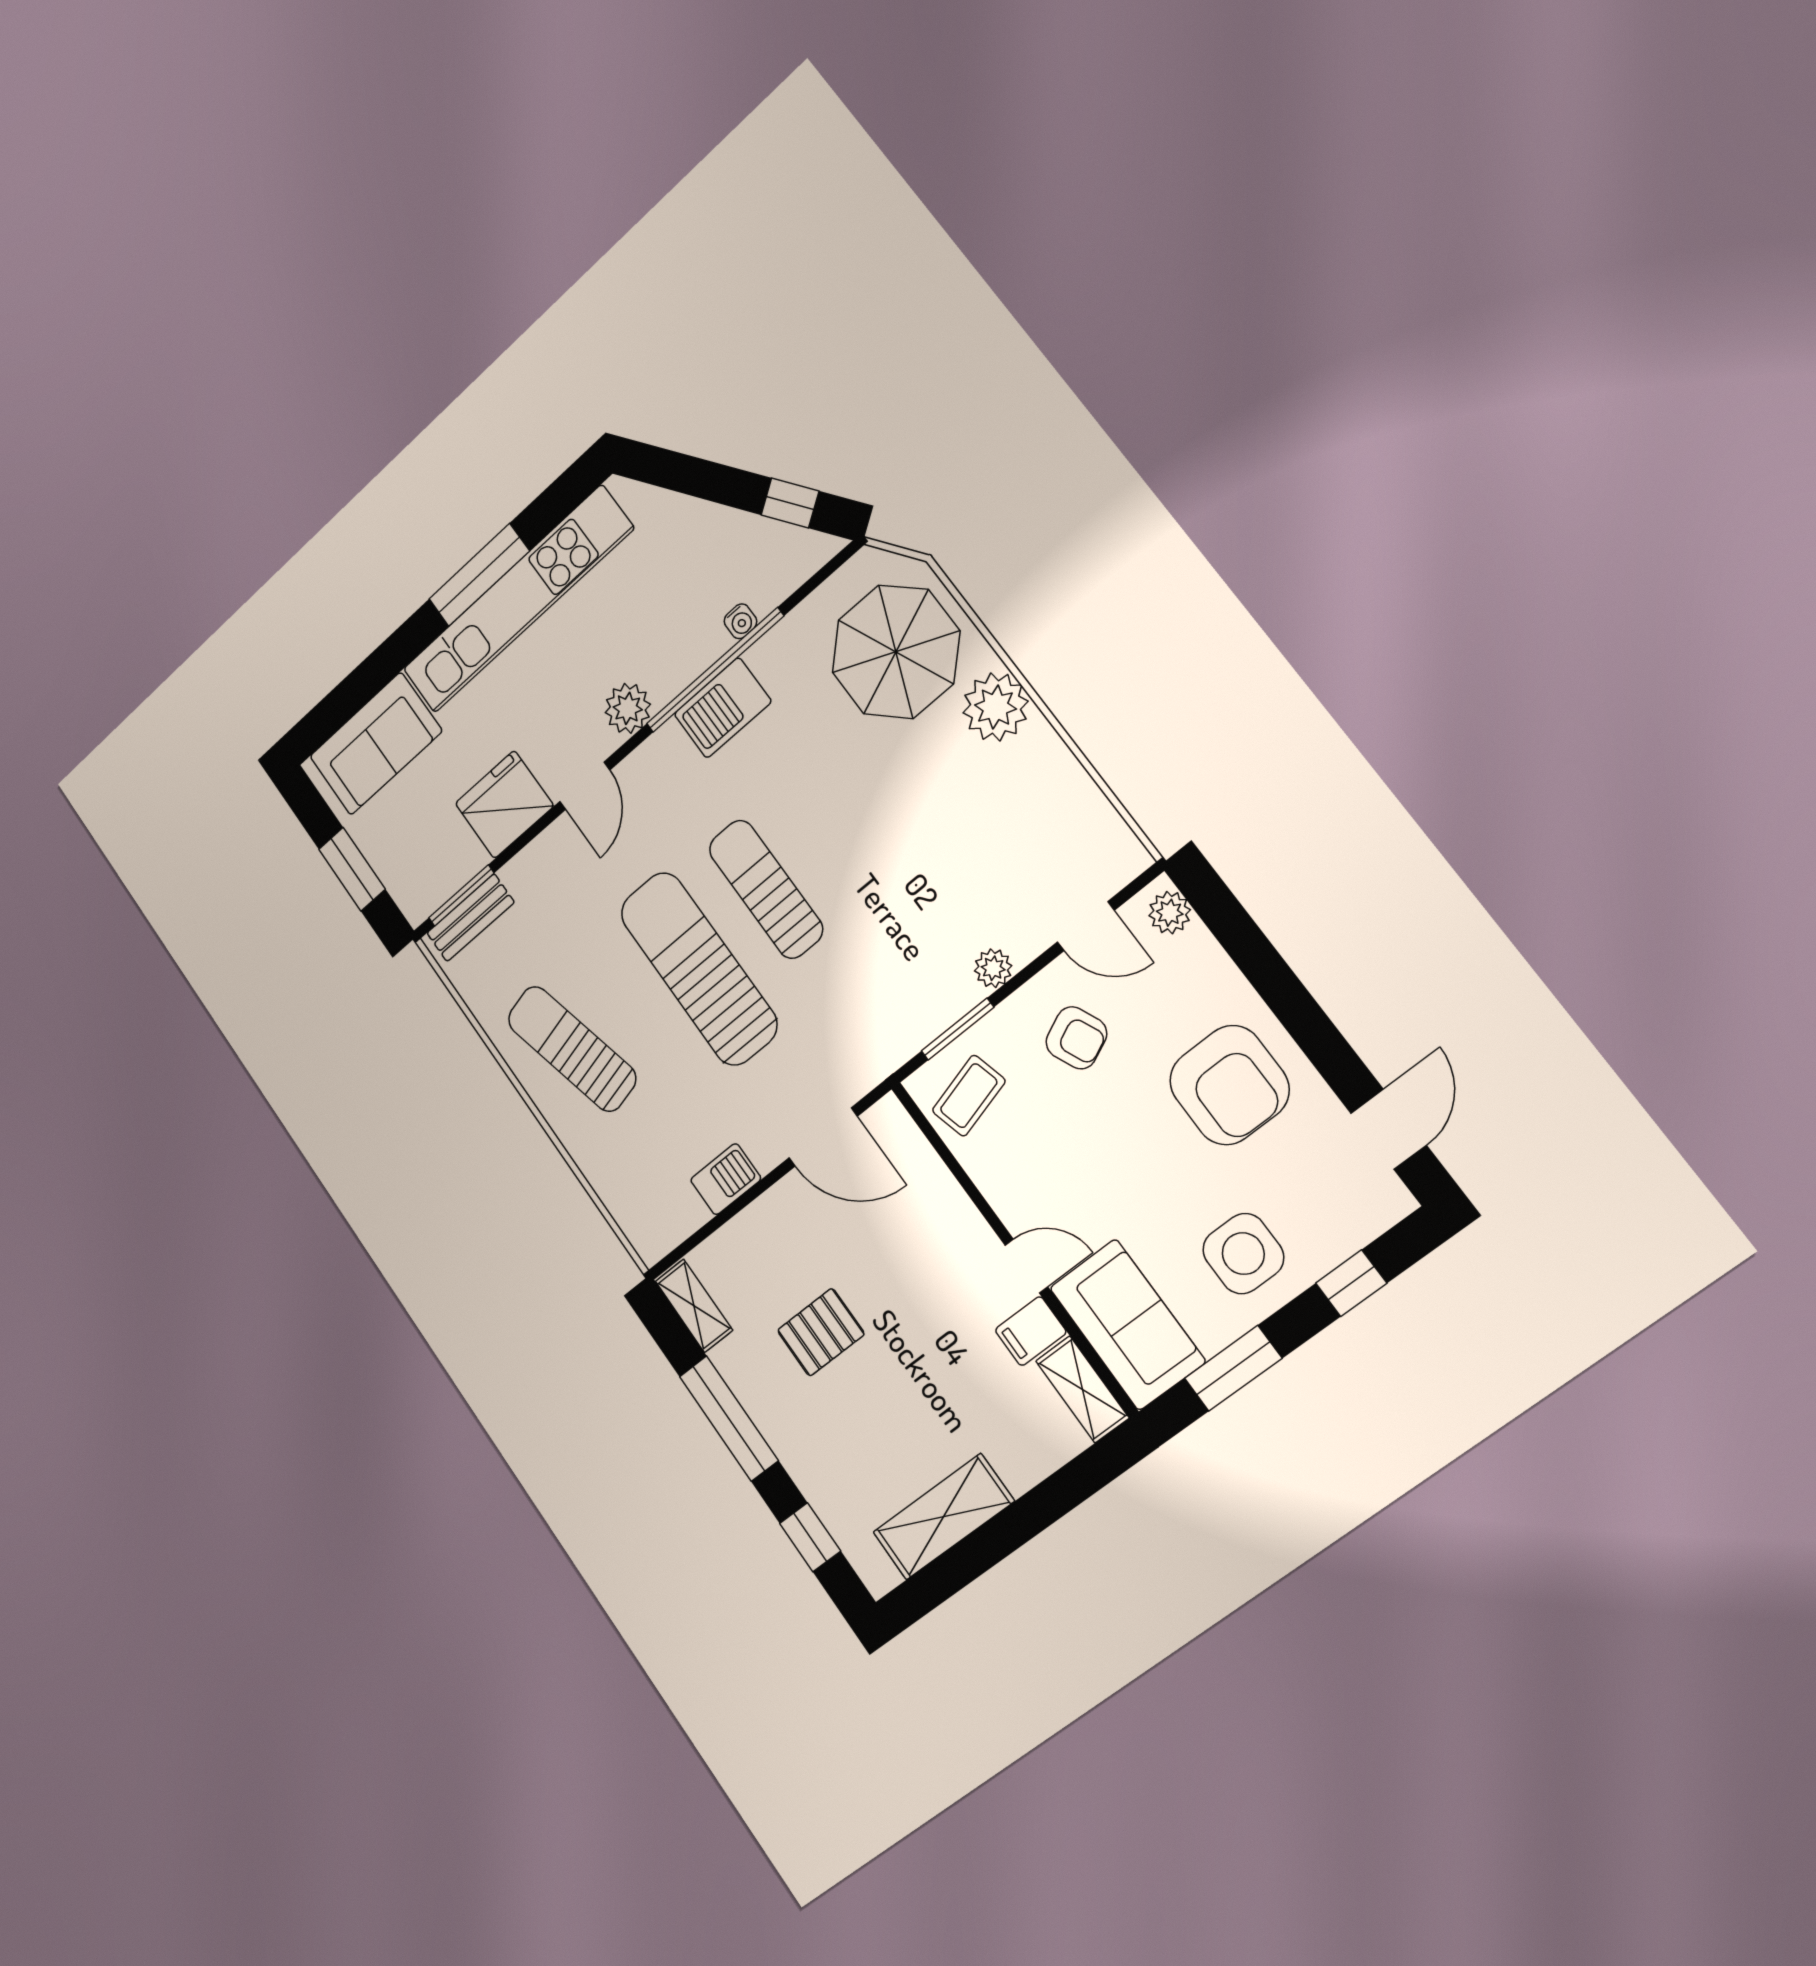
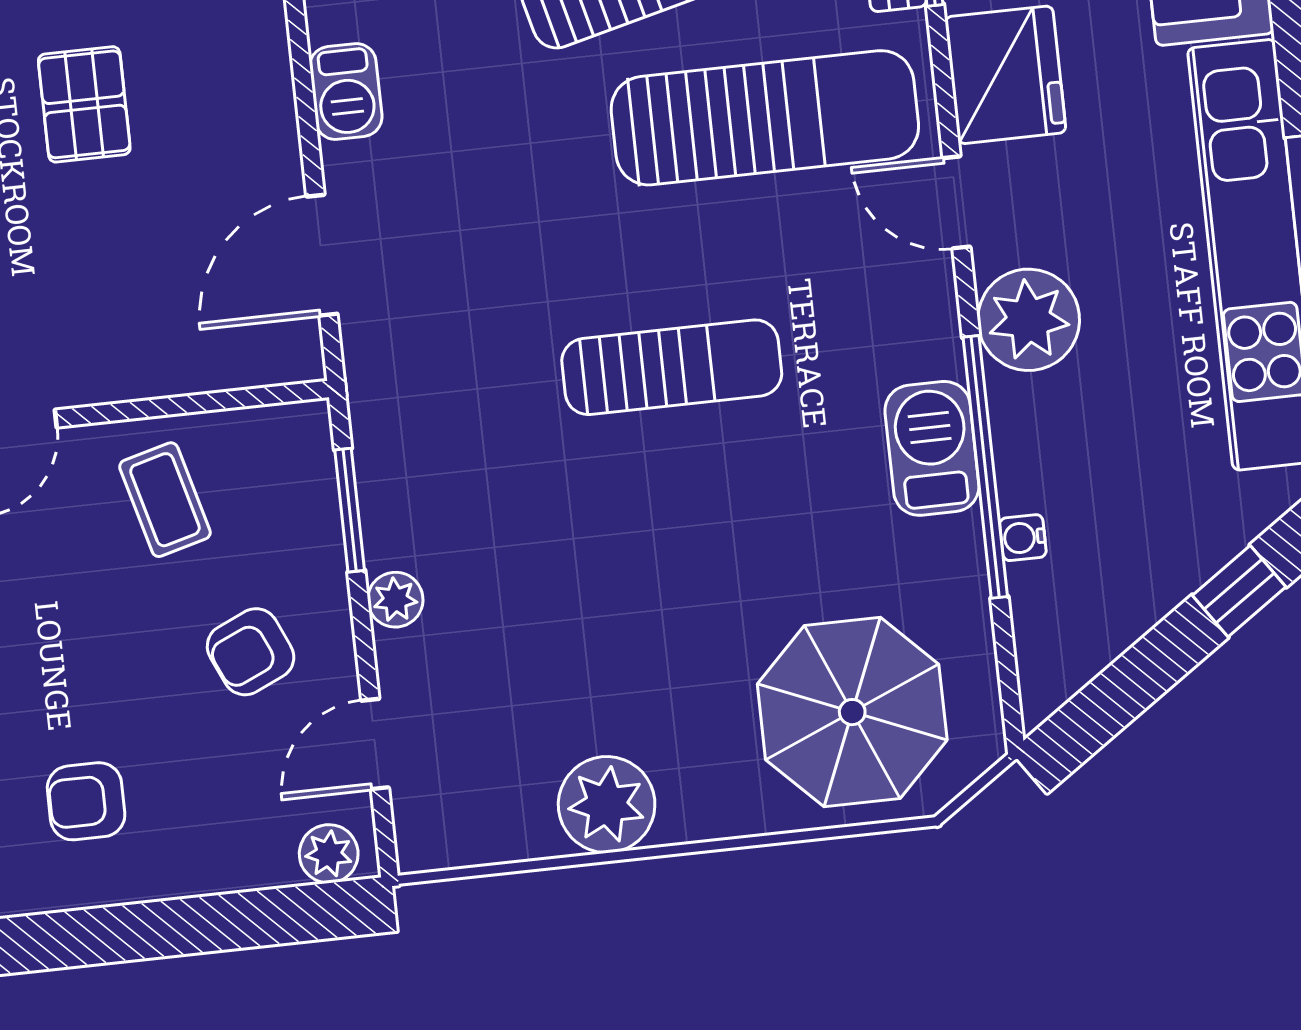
window: (790, 503) -> (1239, 591), moved
plant: (995, 707) -> (607, 805), moved
plant: (628, 708) -> (1029, 320), width x1.36, depth x1.36
sun lounger: (699, 969) -> (765, 118), moved
armchair: (1229, 1085) -> (86, 801), width x0.53, depth x0.53
coffee table: (969, 1096) -> (165, 500), moved

